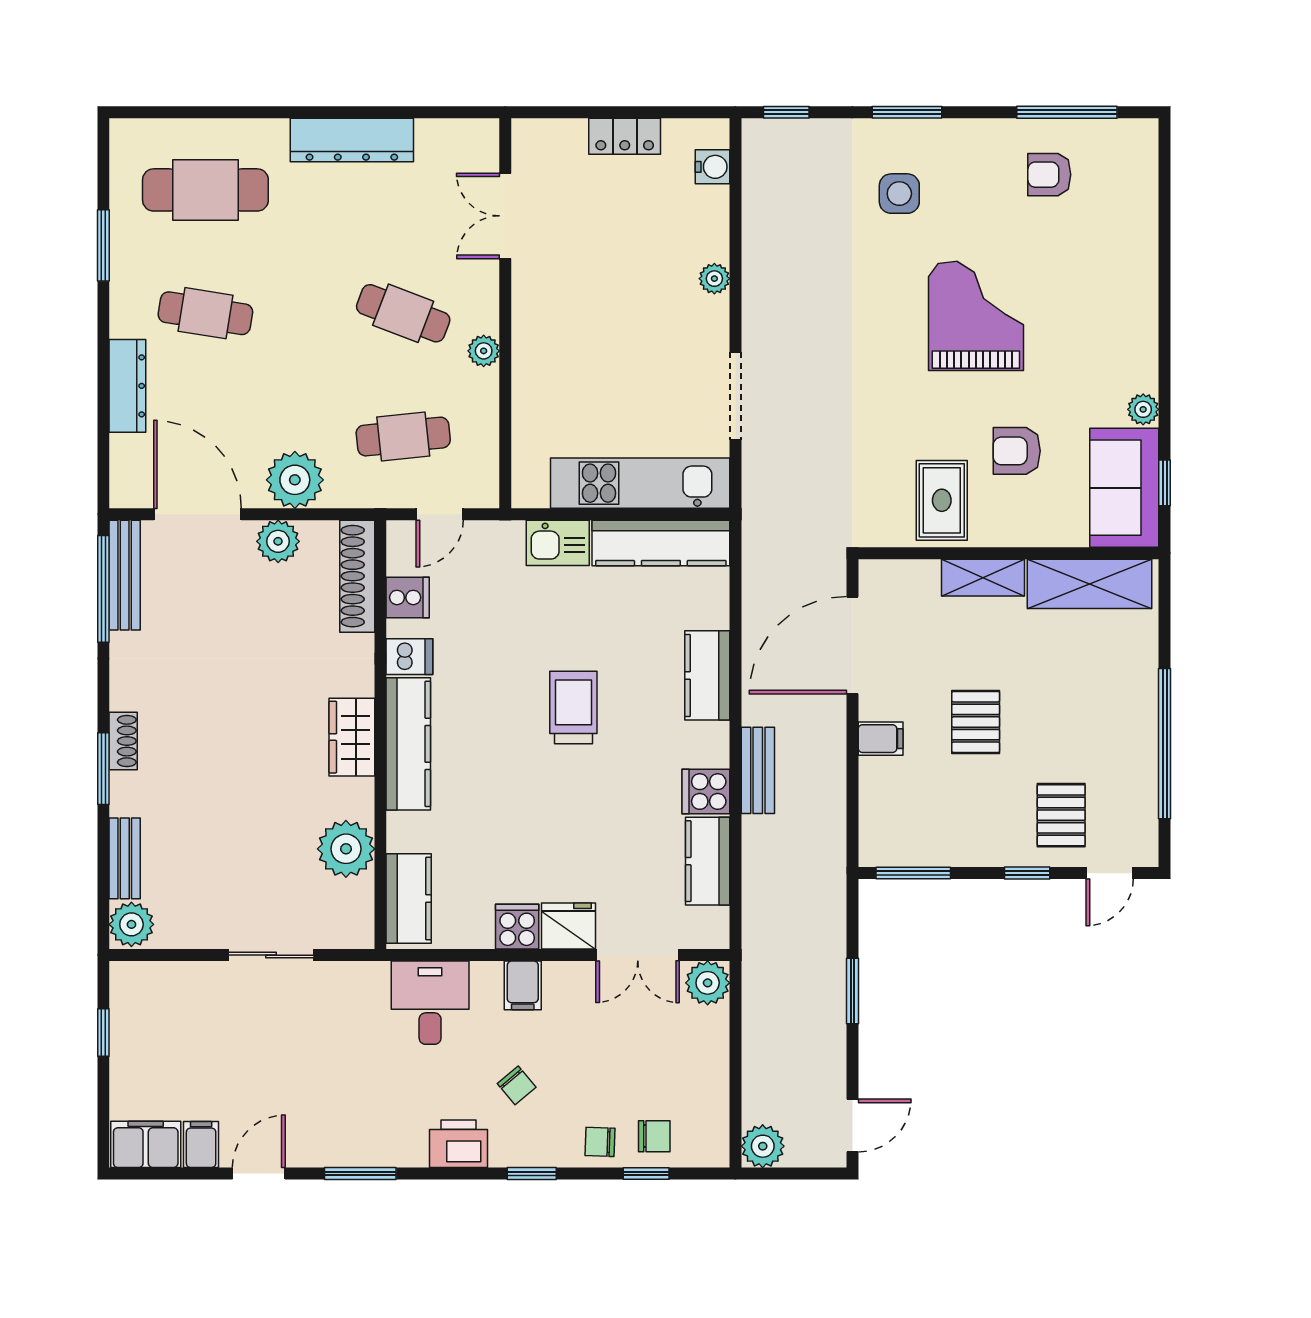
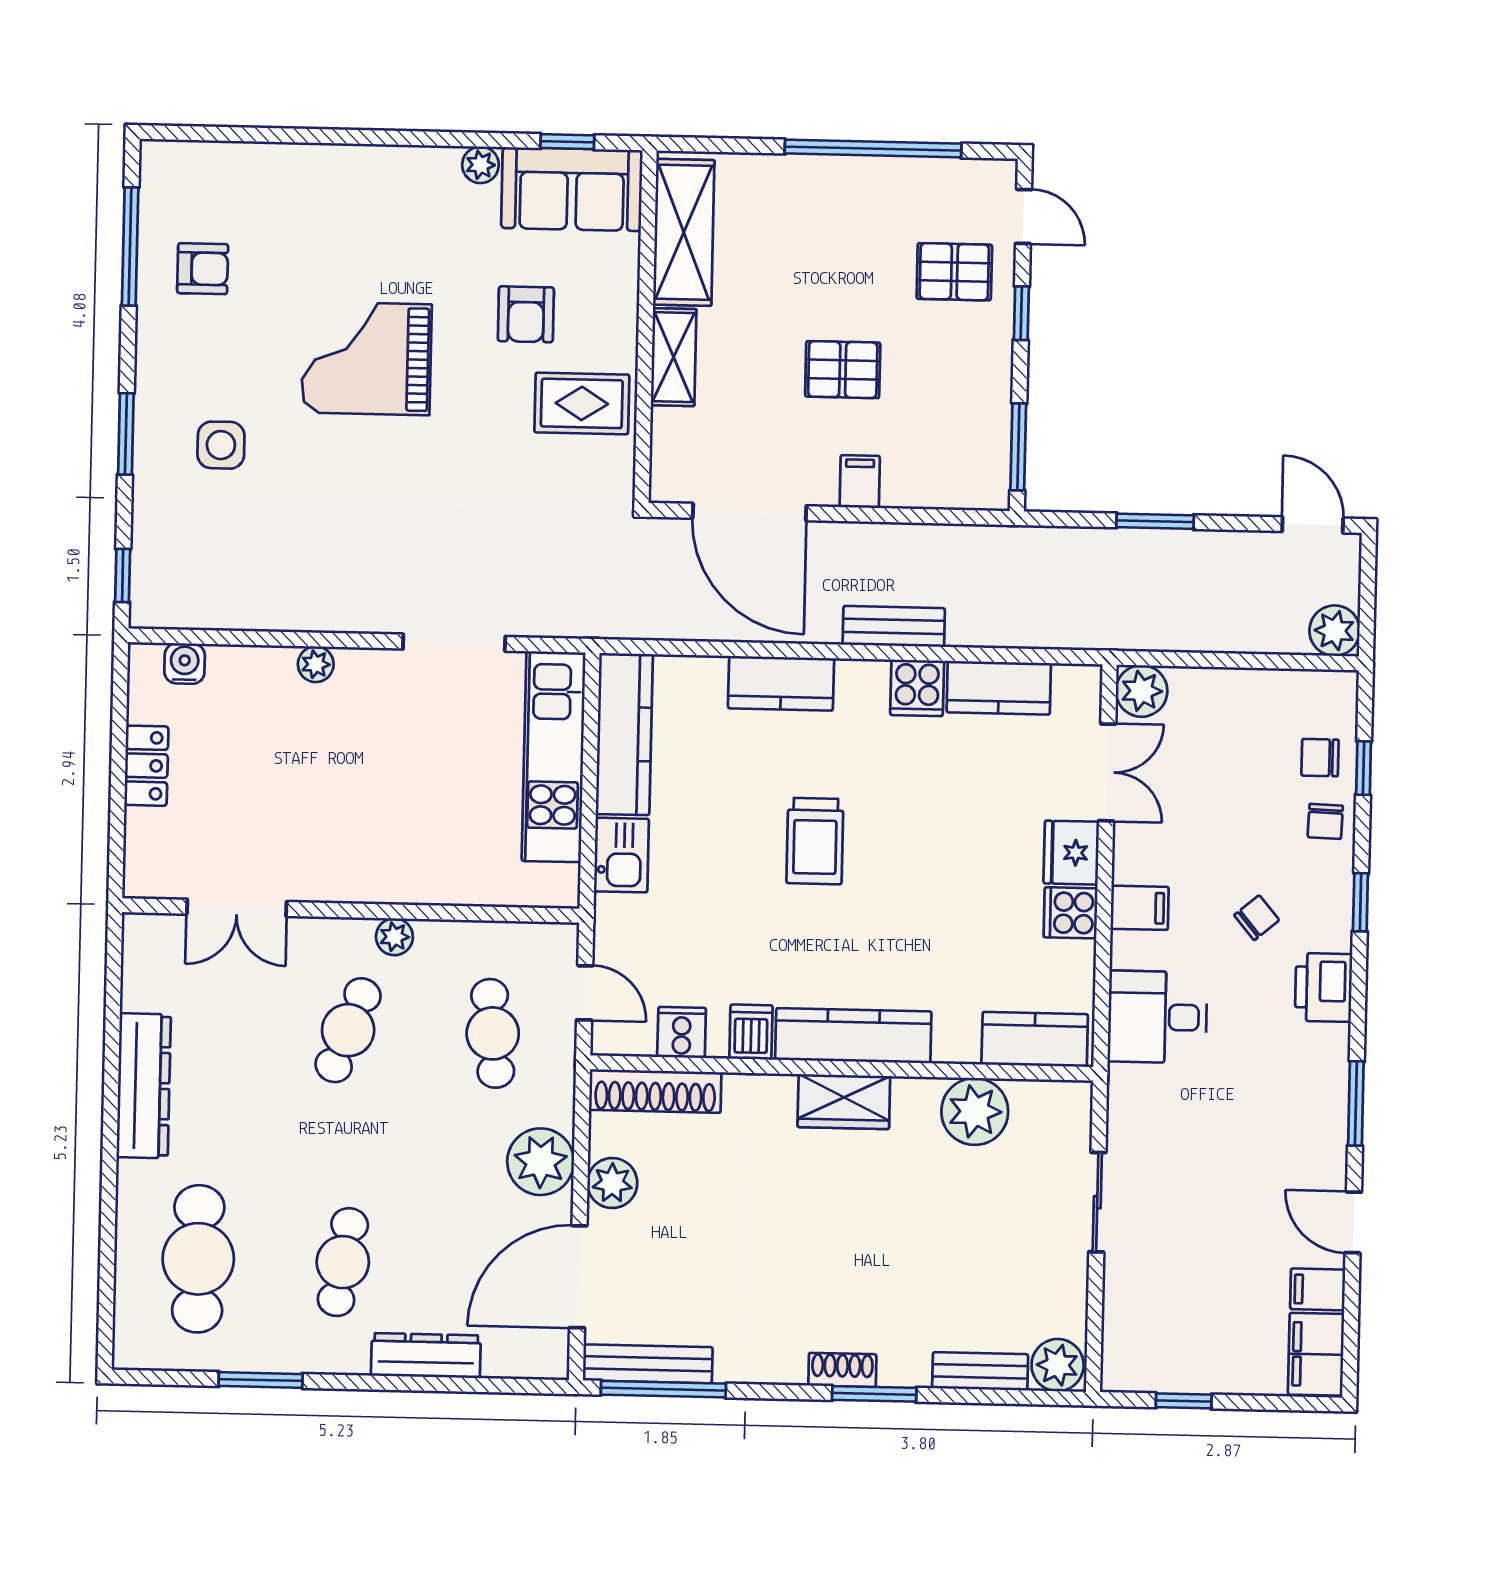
armchair: (1049, 175) -> (203, 269), turned -90
trolley: (573, 707) -> (815, 841), turned -90
chair: (654, 1136) -> (1320, 758), turned -90

